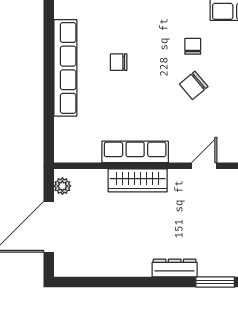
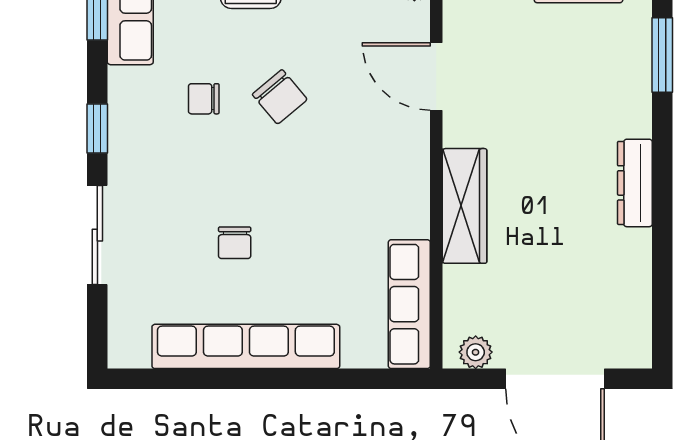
row of seats: (135, 152) -> (409, 304), moved
door: (204, 166) -> (436, 76), width x1.38
dresser: (175, 268) -> (635, 183), moved

